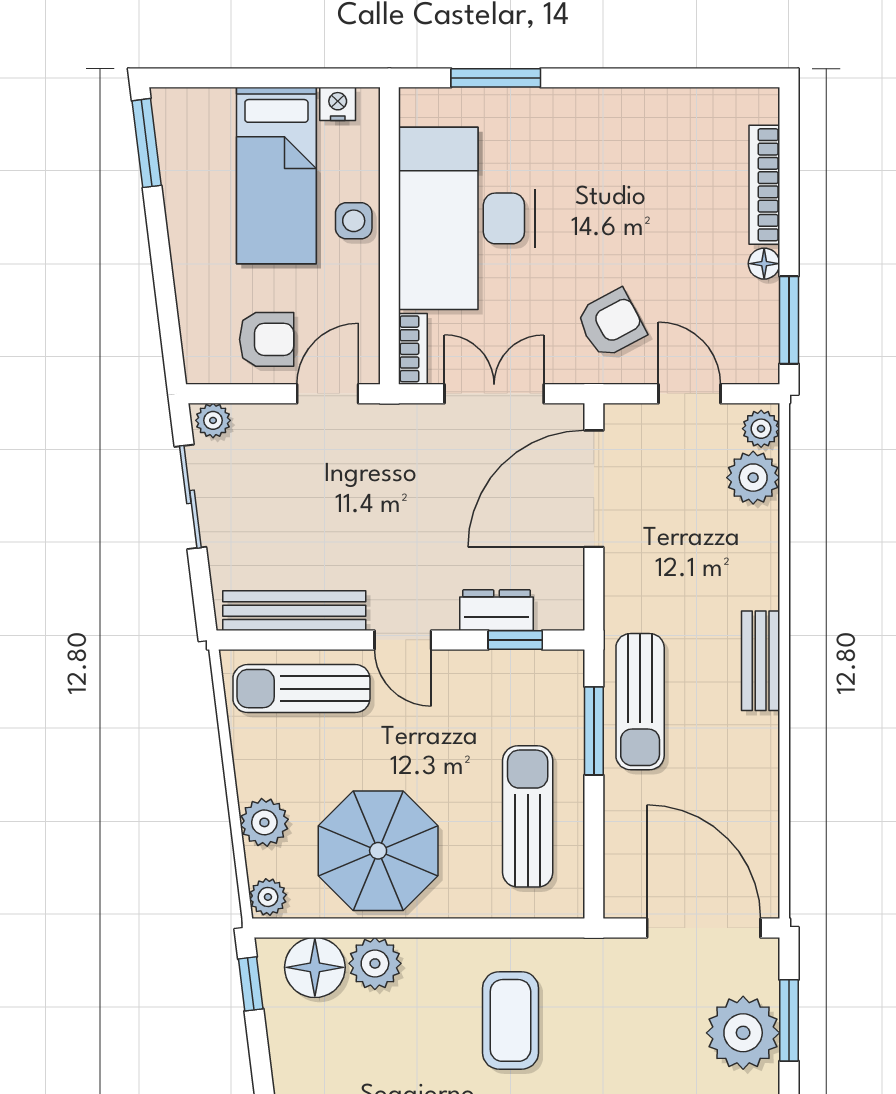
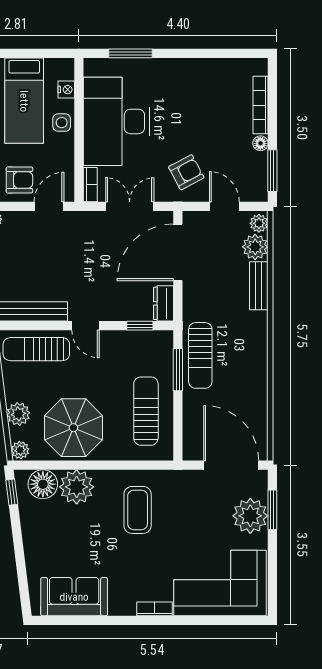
nightstand: (338, 104) -> (66, 90), moved, turned 90
dresser: (497, 610) -> (164, 303), moved, turned -90
bench: (761, 661) -> (259, 286), moved
plant: (375, 963) -> (77, 487), width x1.36, depth x1.36

